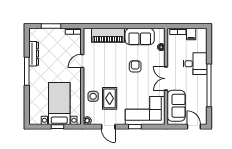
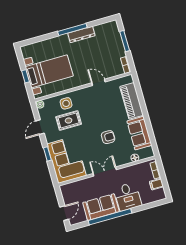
dresser: (34, 54) -> (81, 34), moved
sofa: (176, 106) -> (101, 207), moved, turned 180

